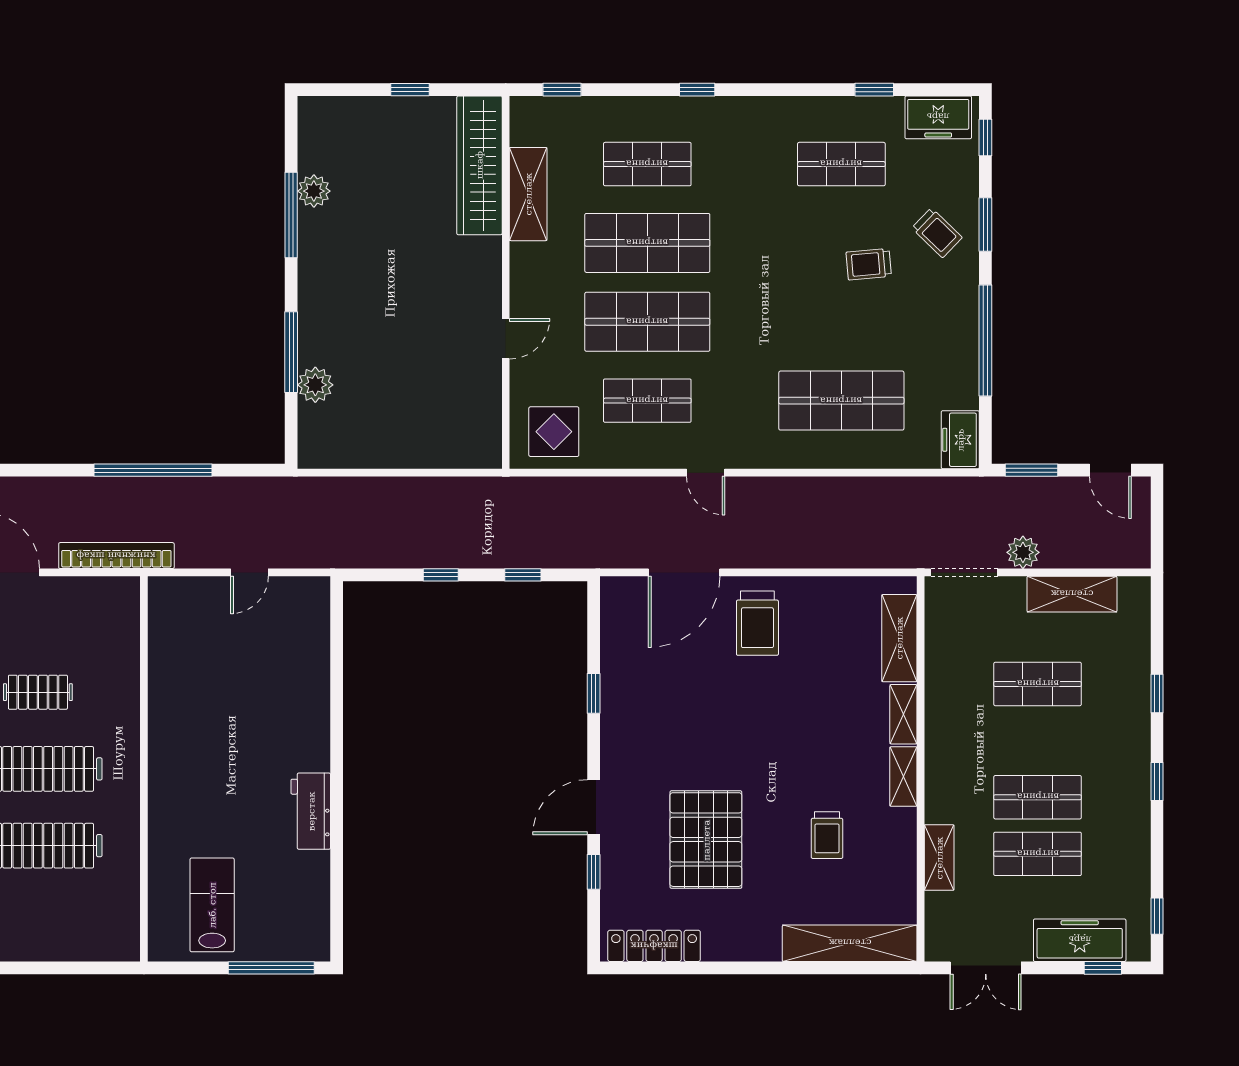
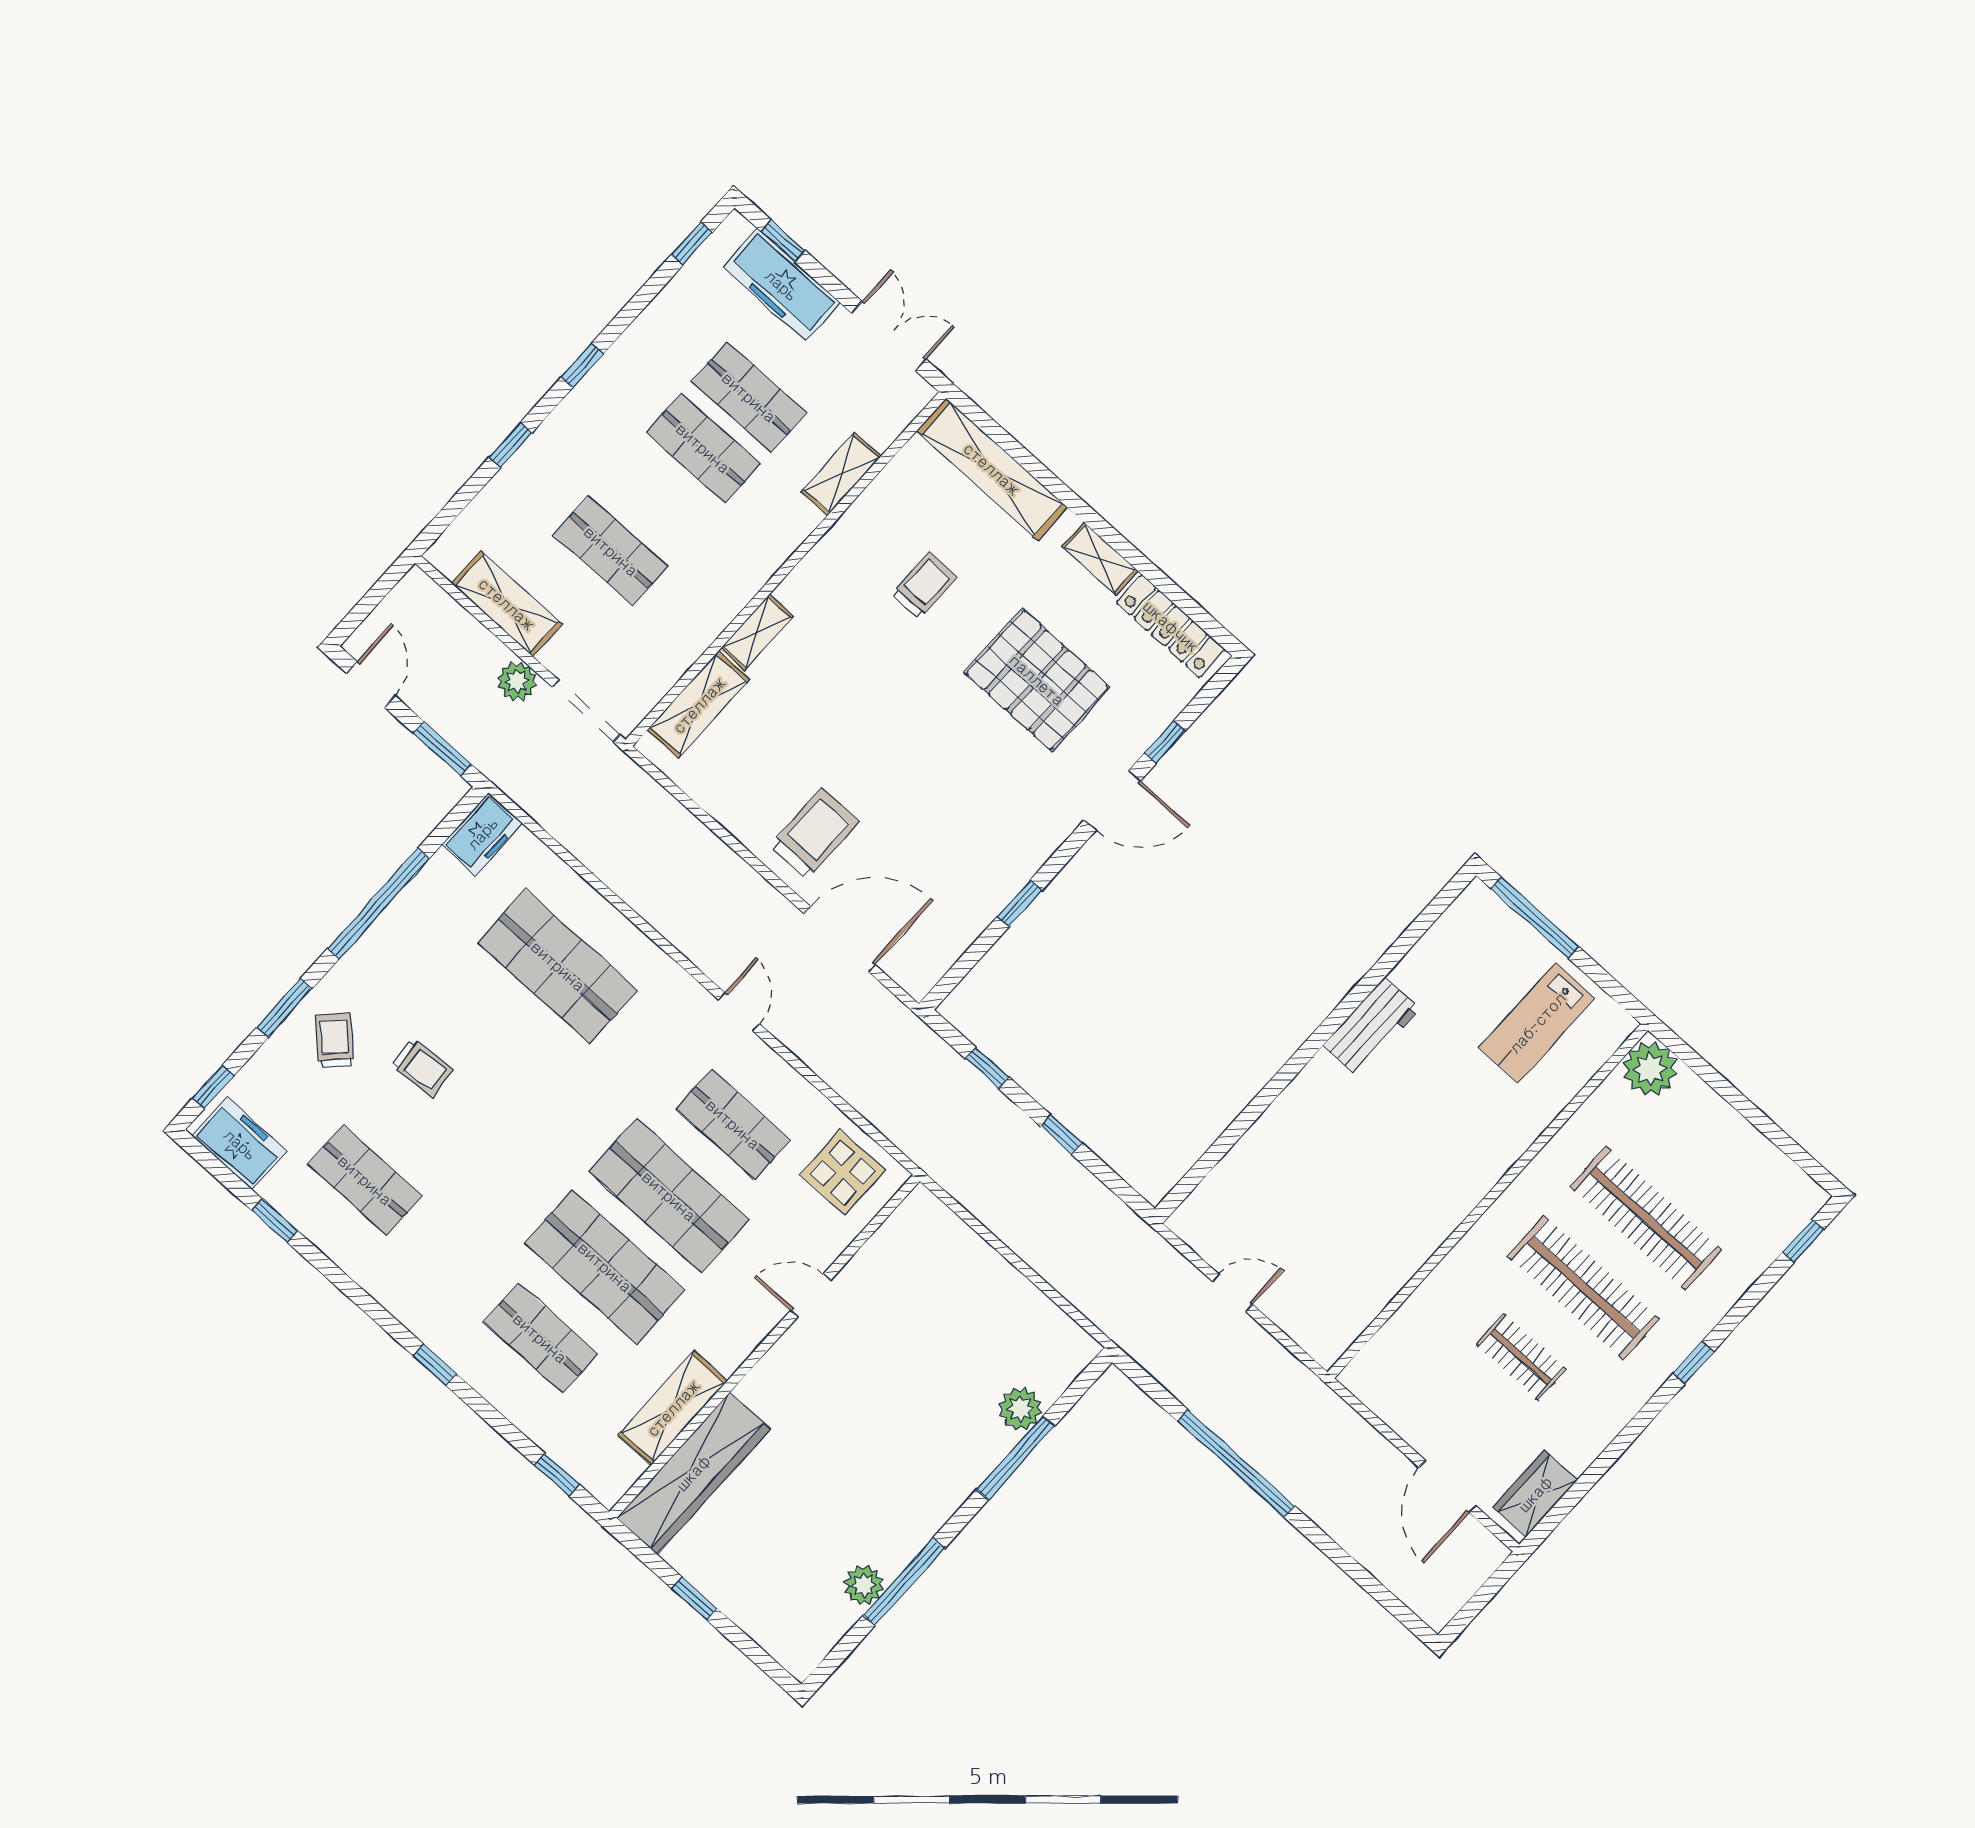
bookcase: (116, 556) -> (1339, 1416), removed
shelving: (903, 776) -> (1100, 559), moved, turned 90
pallet: (706, 840) -> (1037, 680), turned 90
plant: (117, 939) -> (1650, 1069), added

